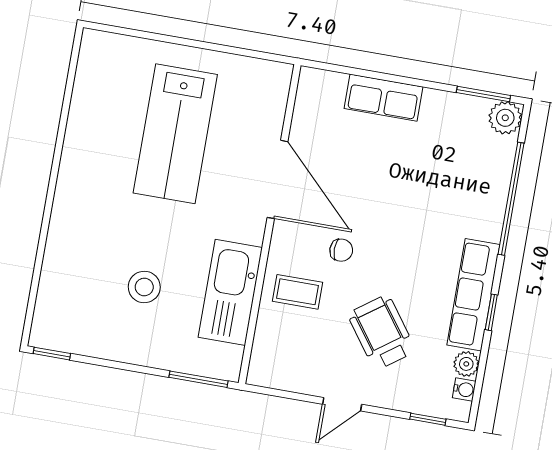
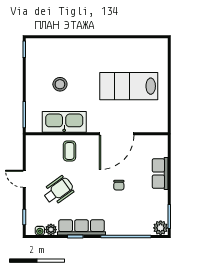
chair: (341, 250) -> (119, 185), moved

